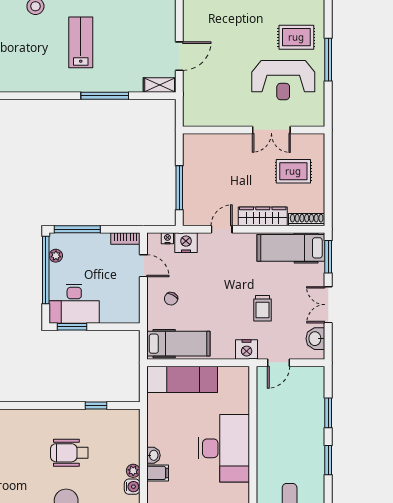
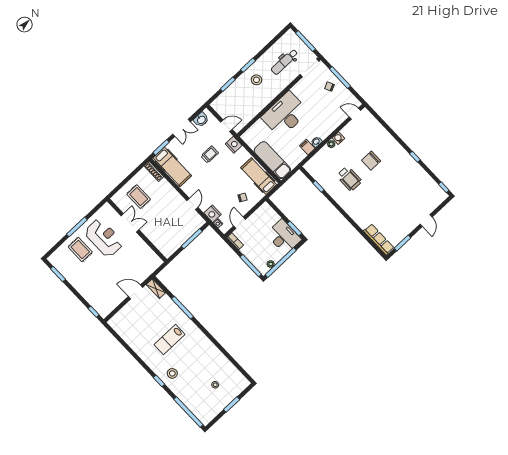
wardrobe: (263, 216) -> (170, 192), removed
door: (222, 229) -> (192, 204), swing flipped
stool: (300, 454) -> (256, 80), added
filing cabinet: (158, 473) -> (307, 147), moved

